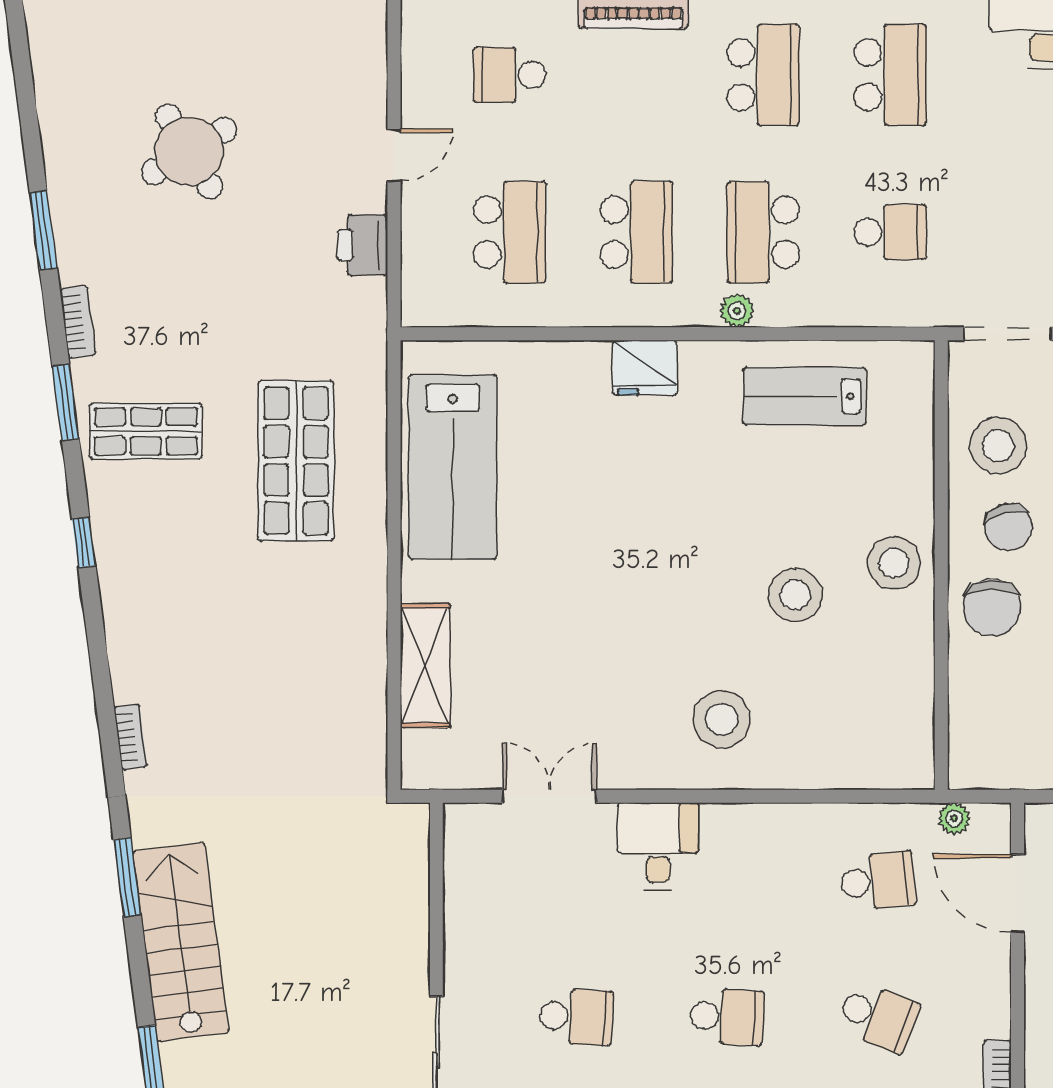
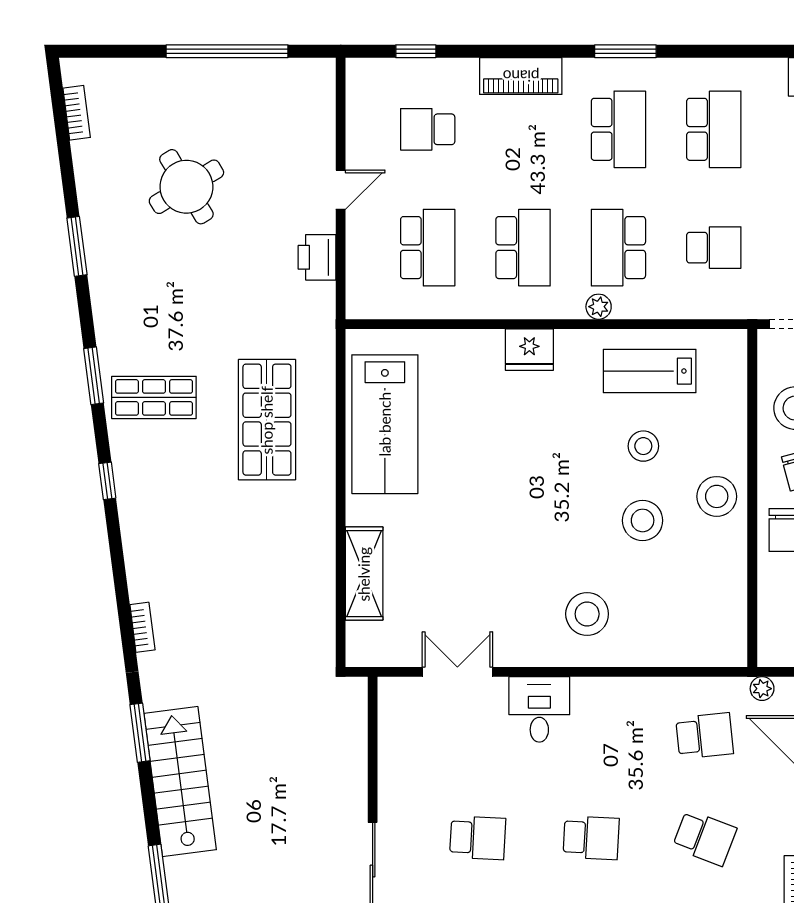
bookcase: (78, 322) -> (77, 113), moved
stool: (796, 496) -> (643, 446), added

